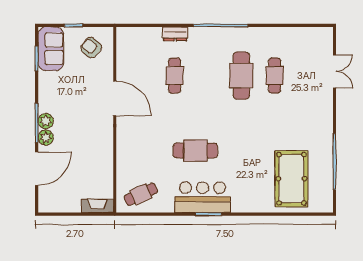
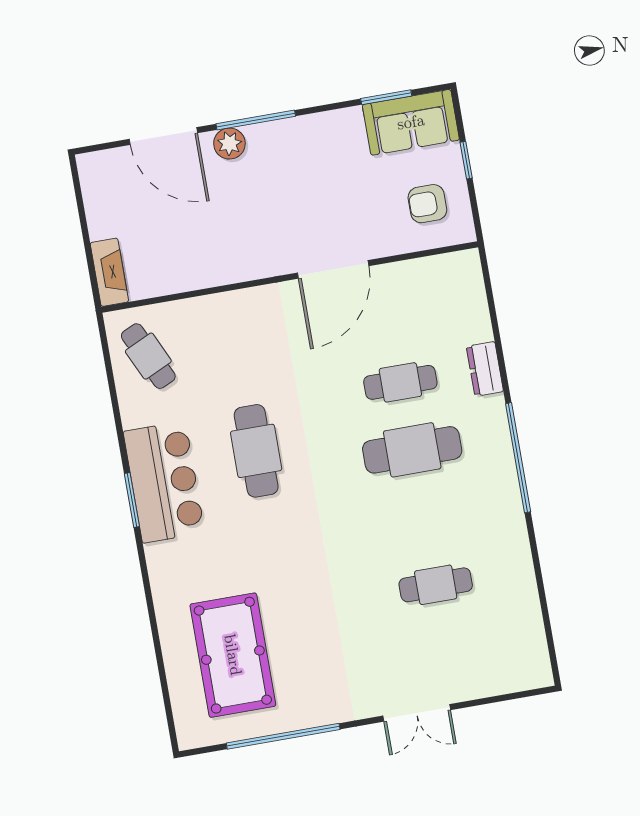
armchair: (91, 48) -> (427, 204), turned -130
double door: (335, 71) -> (417, 713), moved
cafe table: (241, 76) -> (412, 450), moved
plant: (46, 121) -> (263, 138), removed
pool table: (291, 179) -> (233, 655), turned 90

